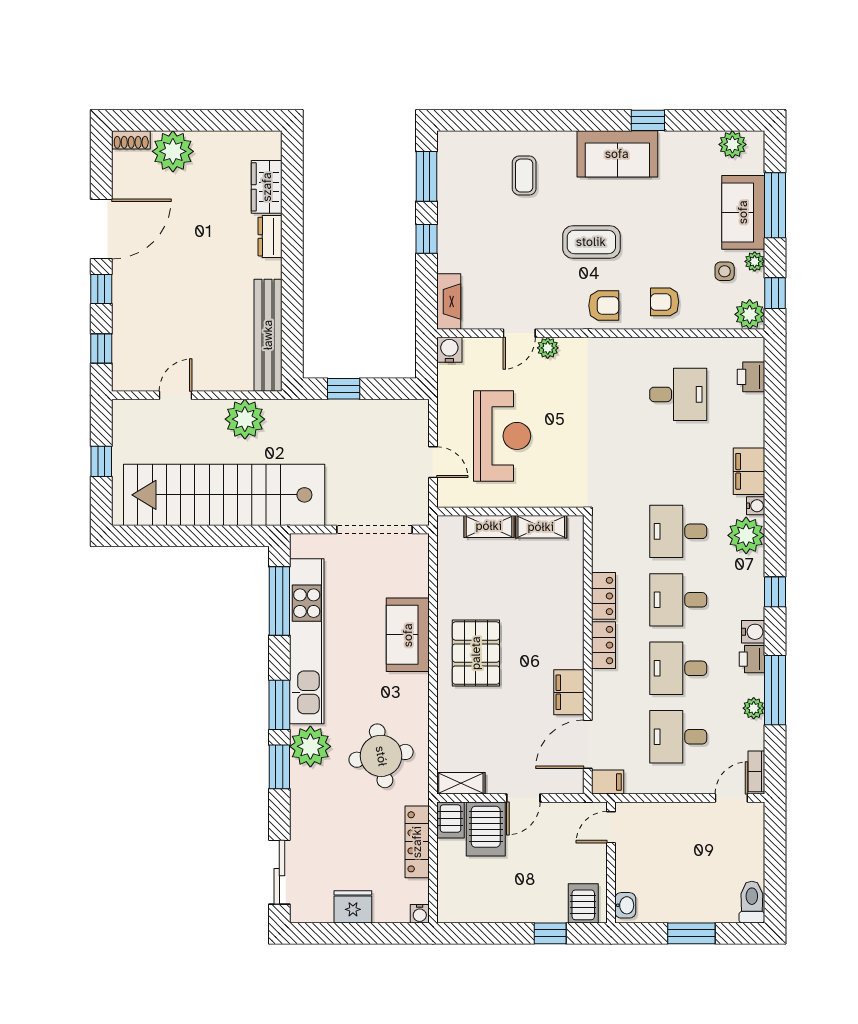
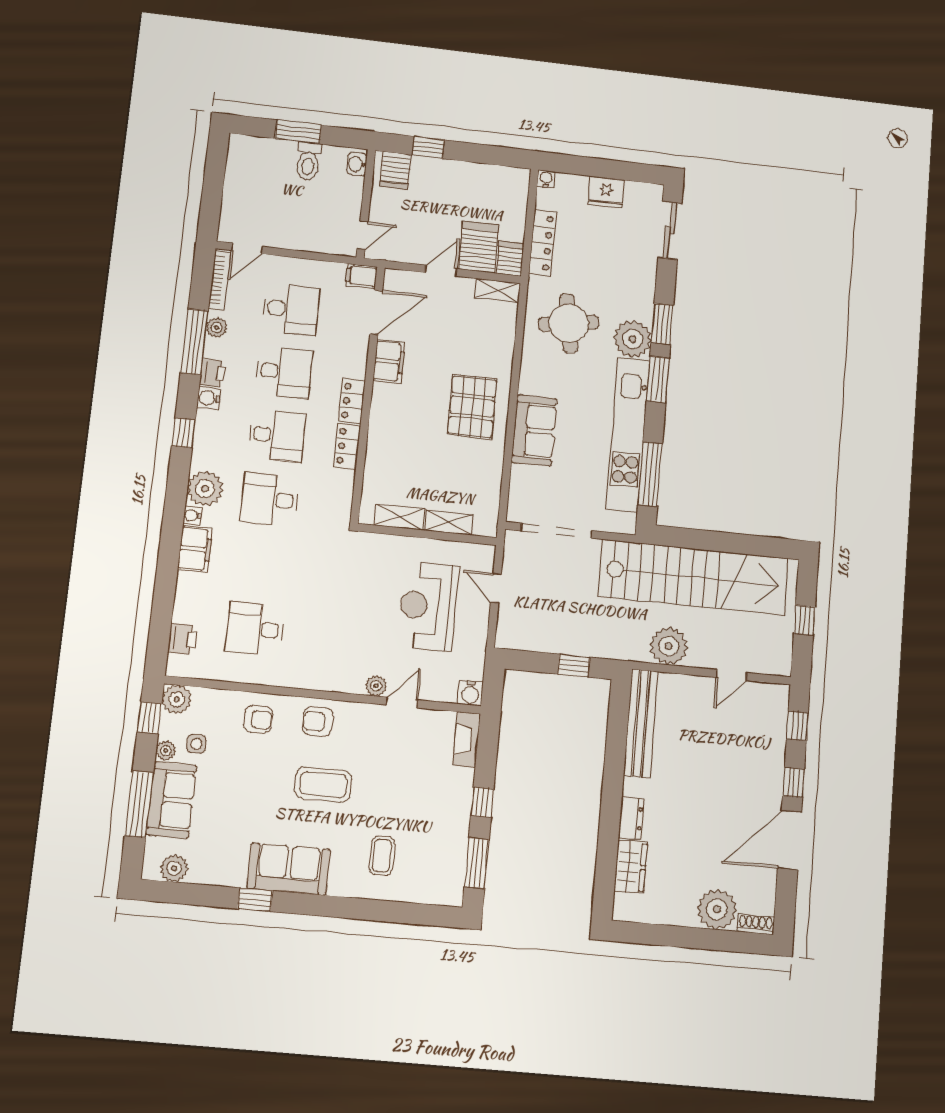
desk: (678, 531) -> (270, 499), turned 180
bookcase: (756, 771) -> (220, 280), width x1.56
toilet: (752, 902) -> (308, 161), moved

